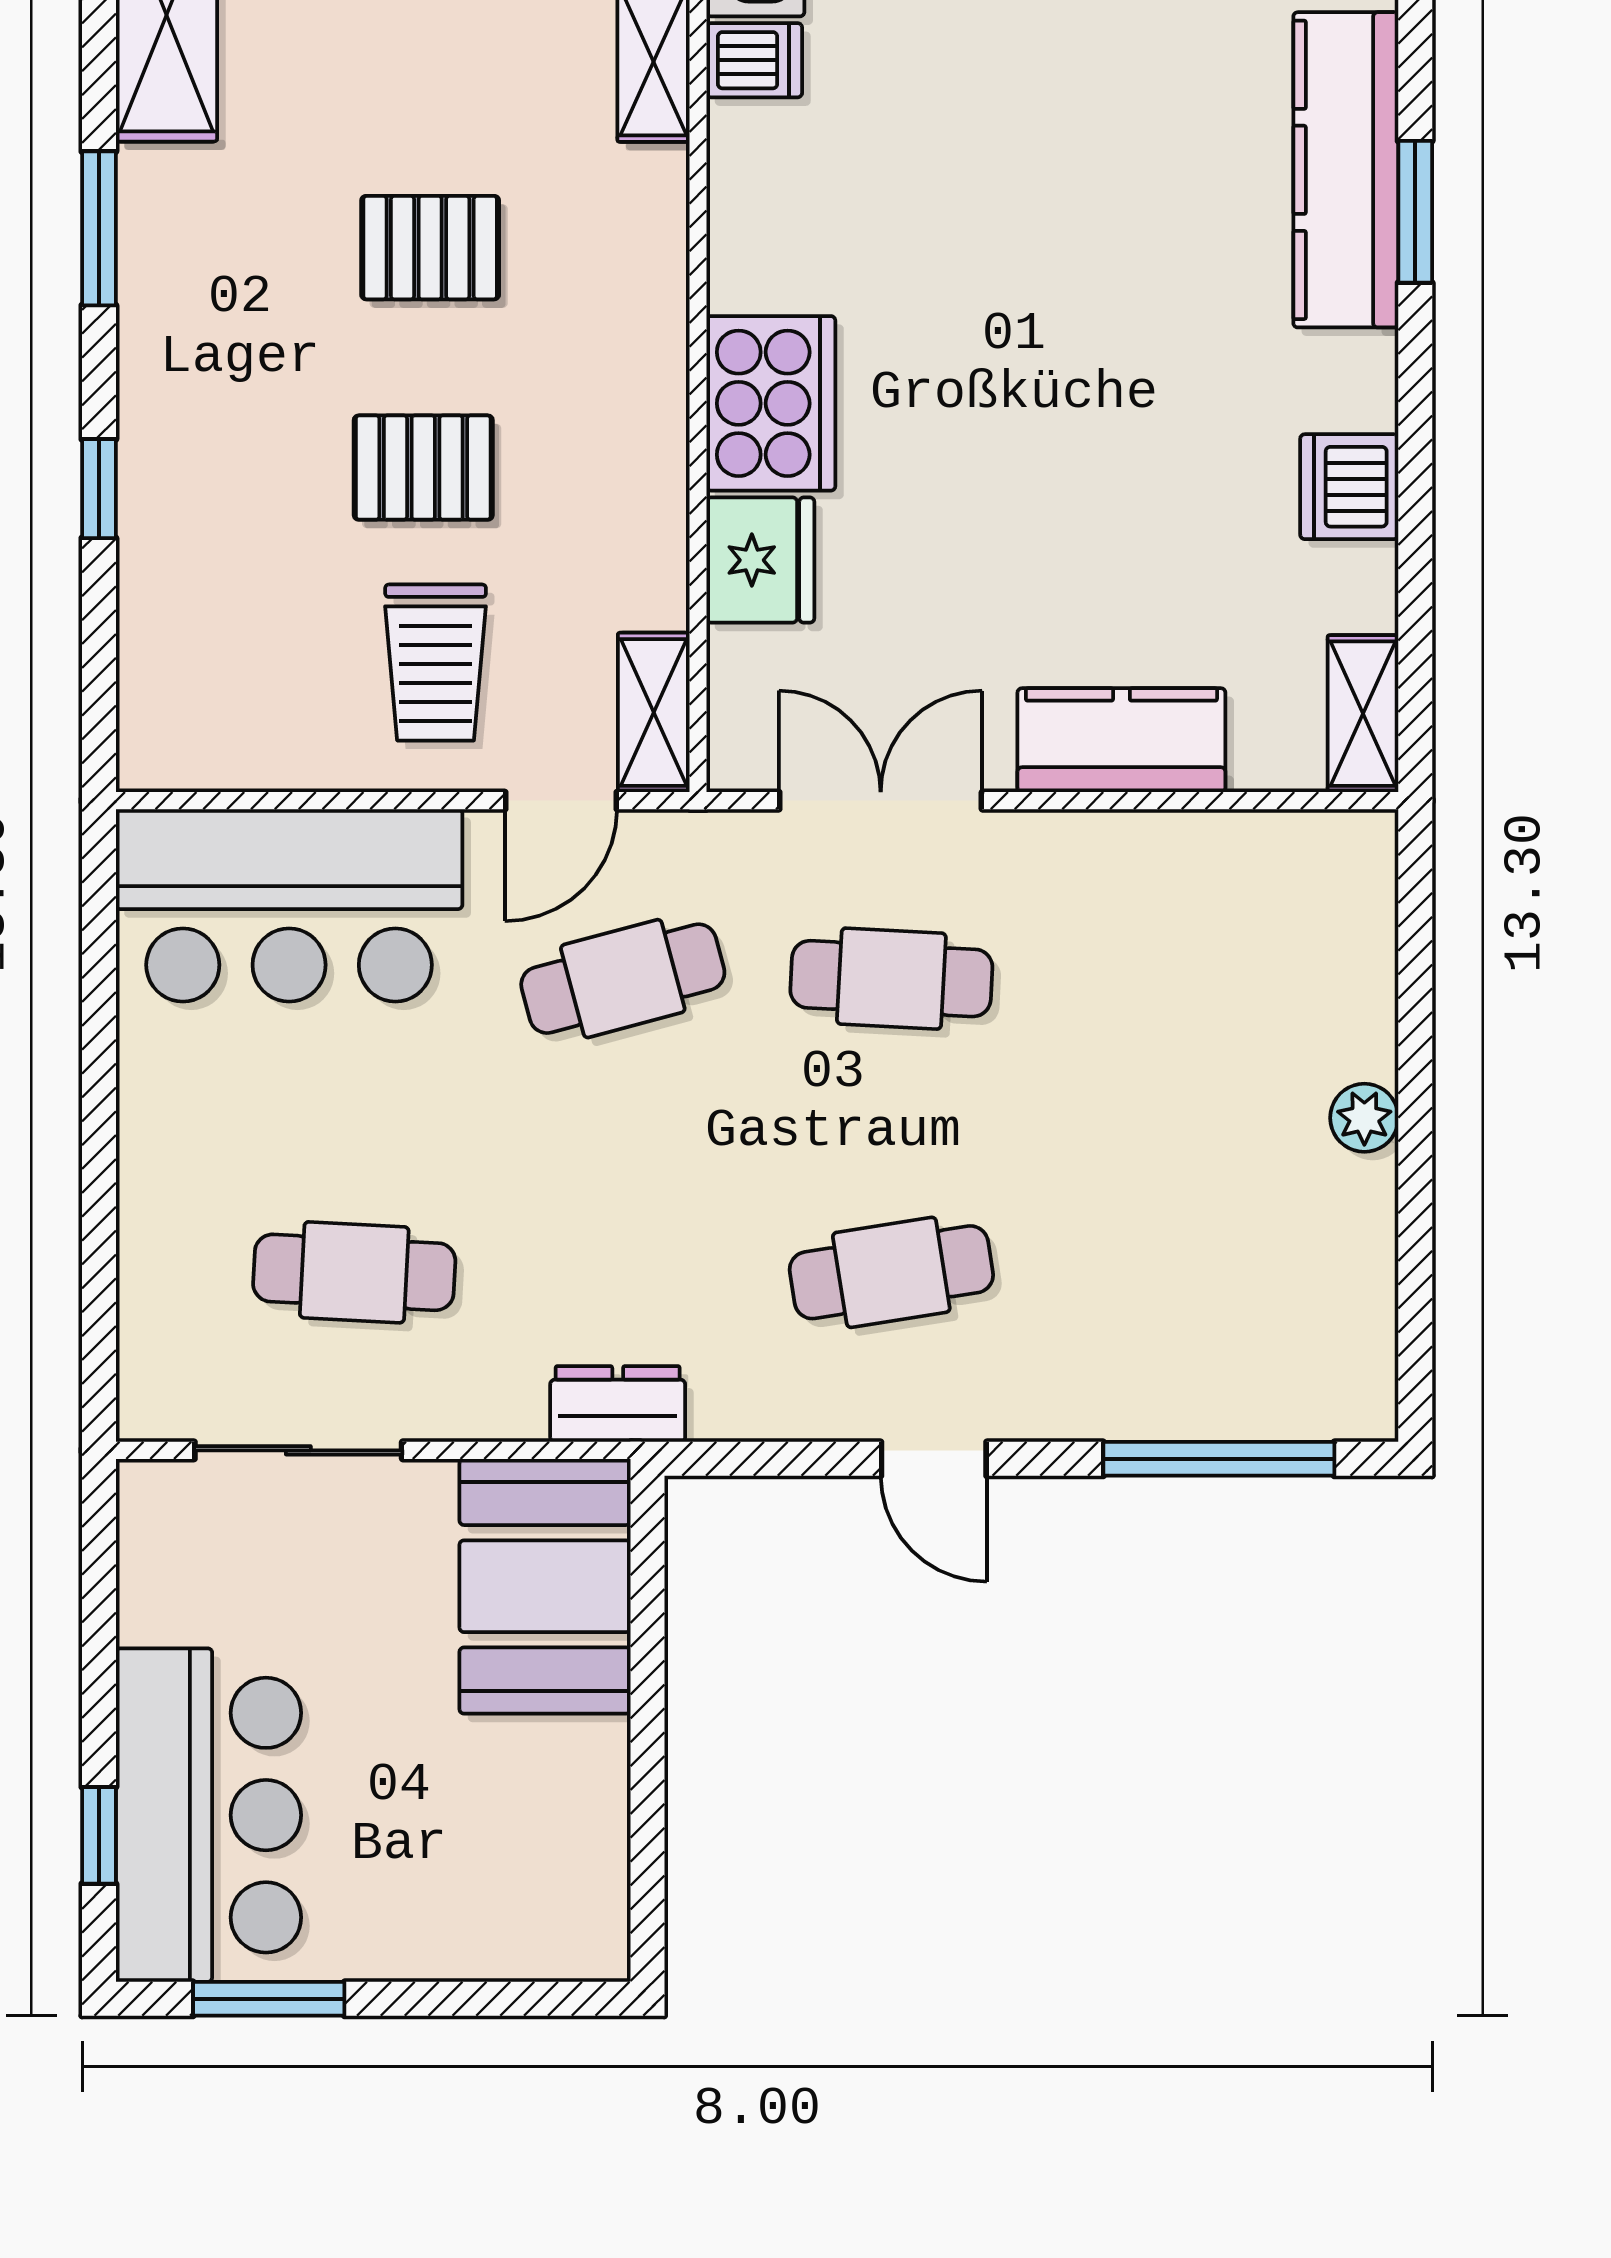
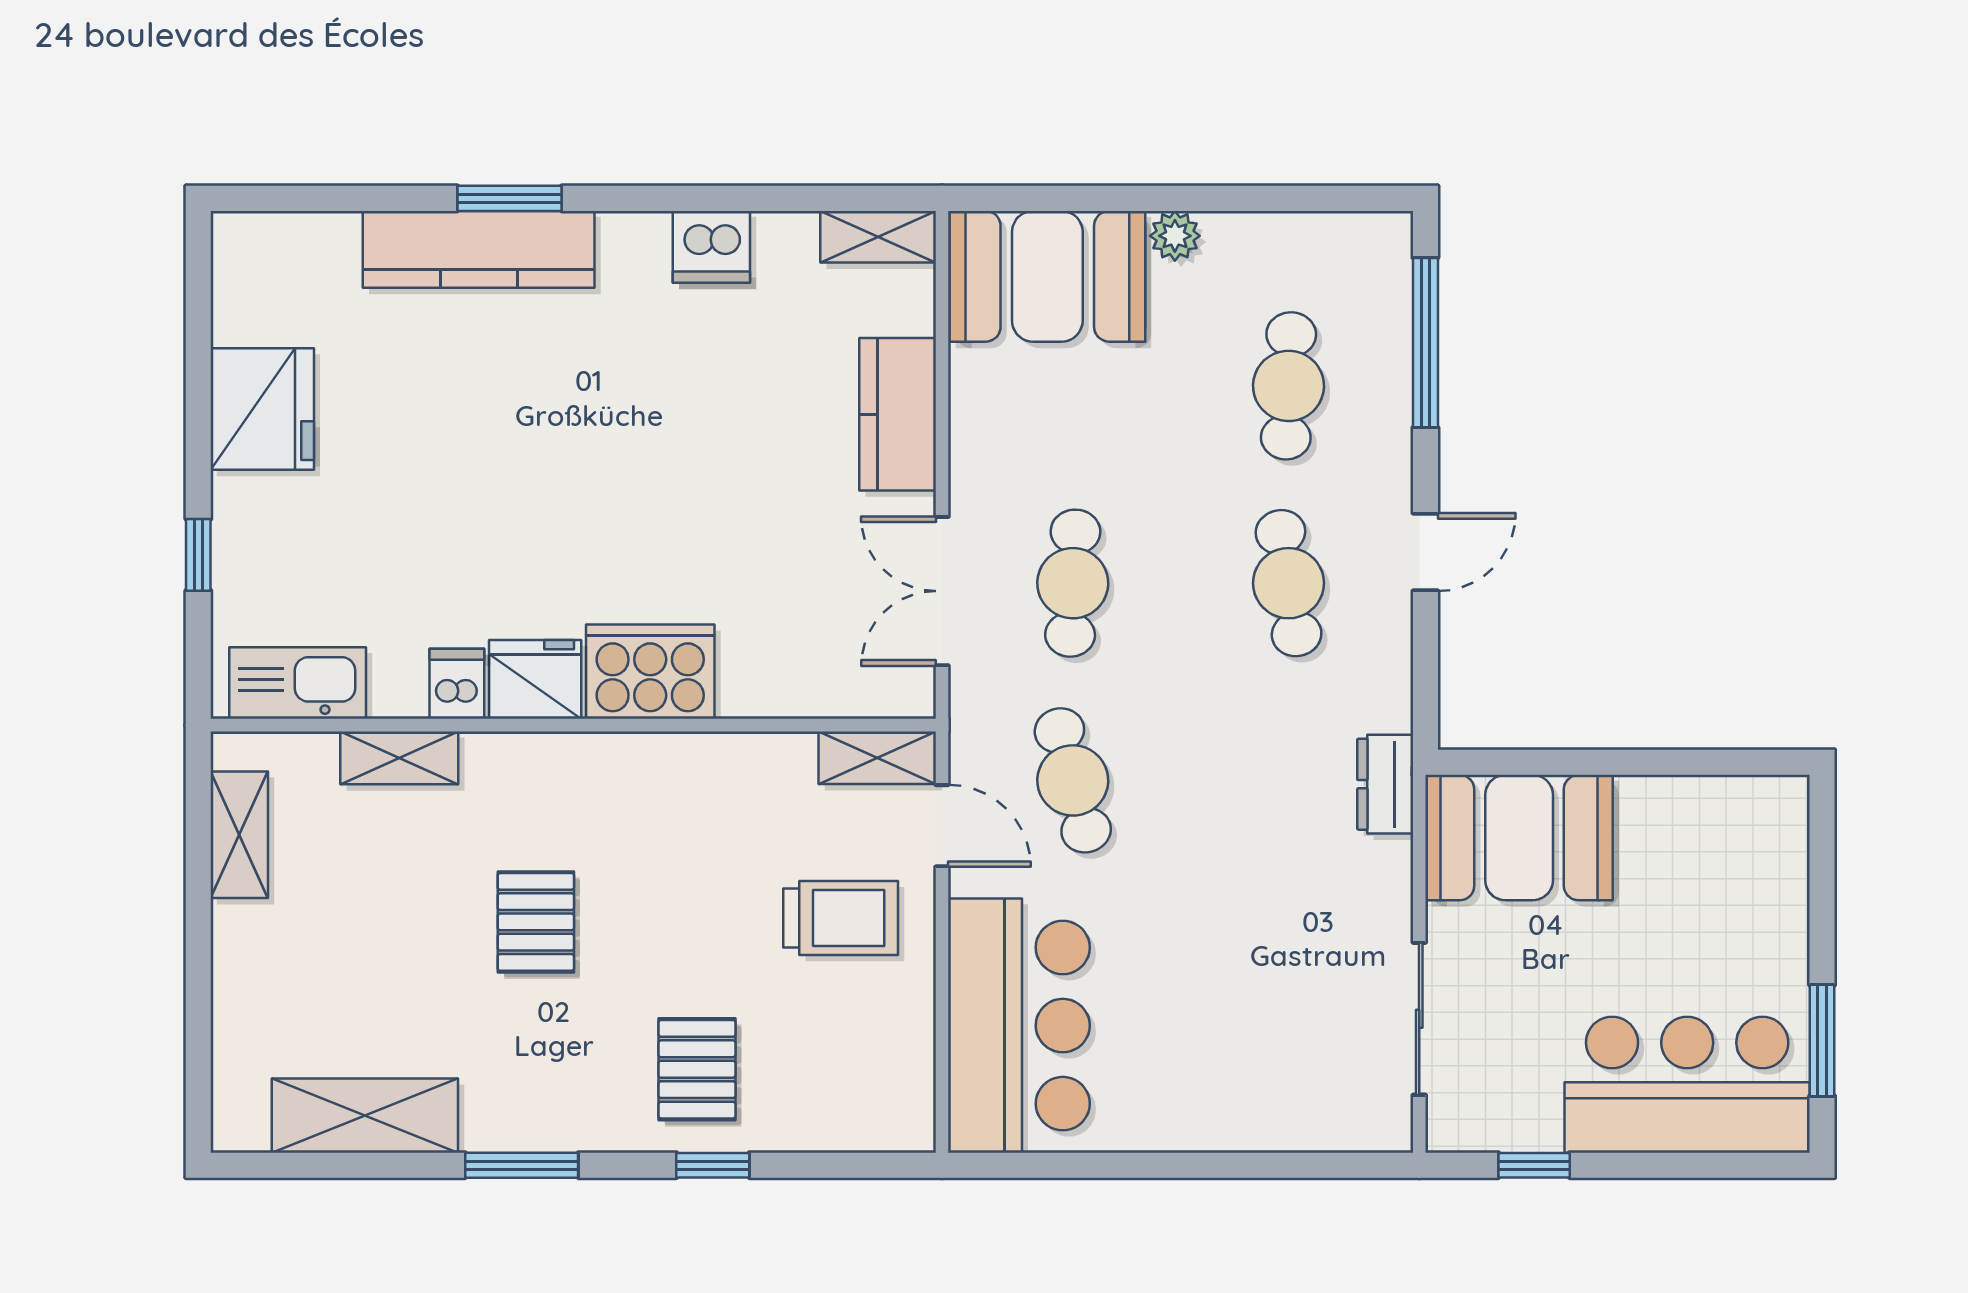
dishwasher: (754, 60) -> (457, 684), moved
pallet: (423, 468) -> (697, 1069), moved
fridge: (760, 560) -> (535, 679), moved
booth: (1309, 944) -> (1047, 276), added
cafe table: (354, 1272) -> (1289, 386), moved
window: (99, 1835) -> (1534, 1165), moved

